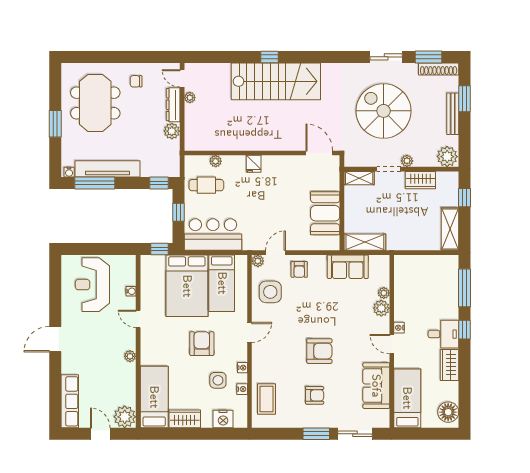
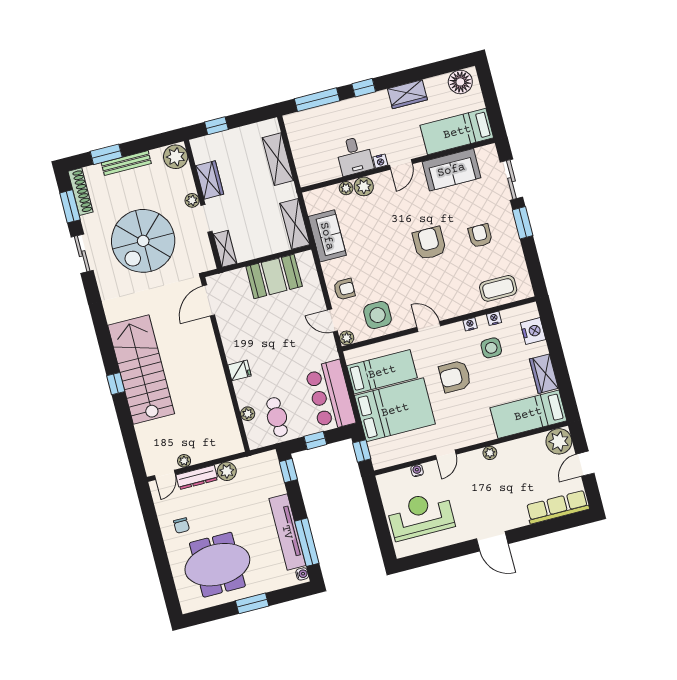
shelving: (450, 229) -> (278, 159), moved, turned 90
reception desk: (92, 285) -> (421, 516), turned 180
desk: (443, 334) -> (354, 156), moved, turned 180

